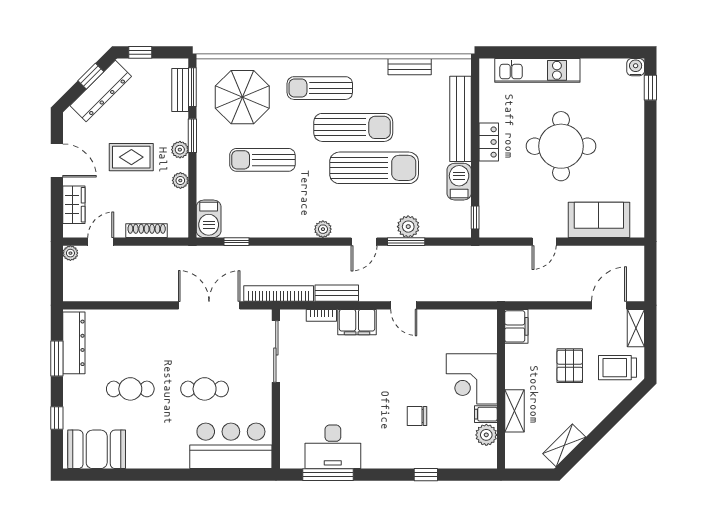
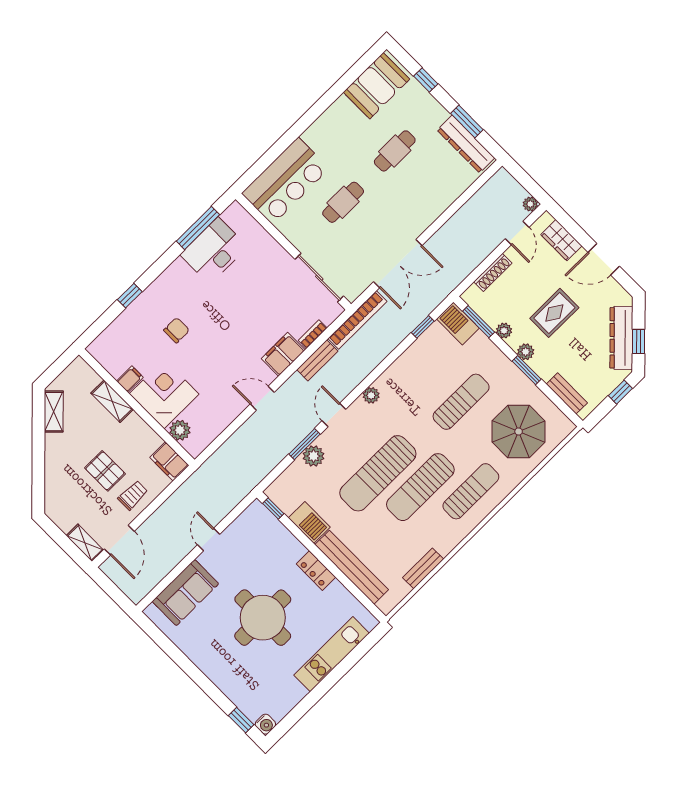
window: (192, 87) -> (479, 322), moved
trolley: (617, 368) -> (133, 495), moved, width x0.73, depth x0.72
plant: (486, 435) -> (180, 430), moved

